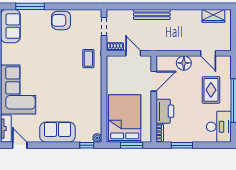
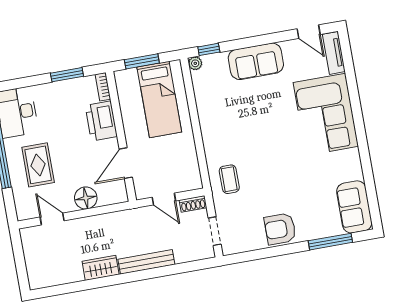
wardrobe: (213, 16) -> (101, 268), moved
armchair: (61, 20) -> (280, 229), turned 180
bed: (125, 118) -> (159, 99), width x0.67

